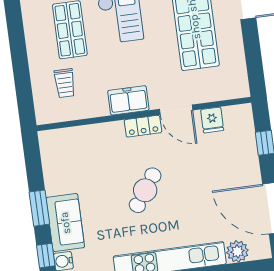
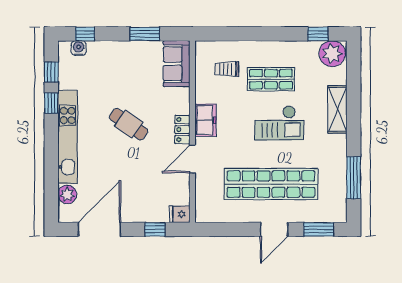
fridge: (212, 120) -> (180, 214), moved
window: (39, 208) -> (145, 34), moved
sofa: (65, 223) -> (177, 64), moved, turned 90

